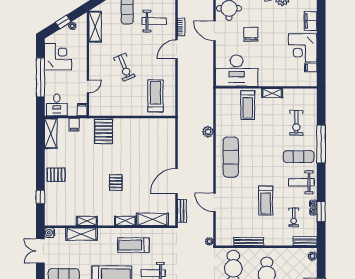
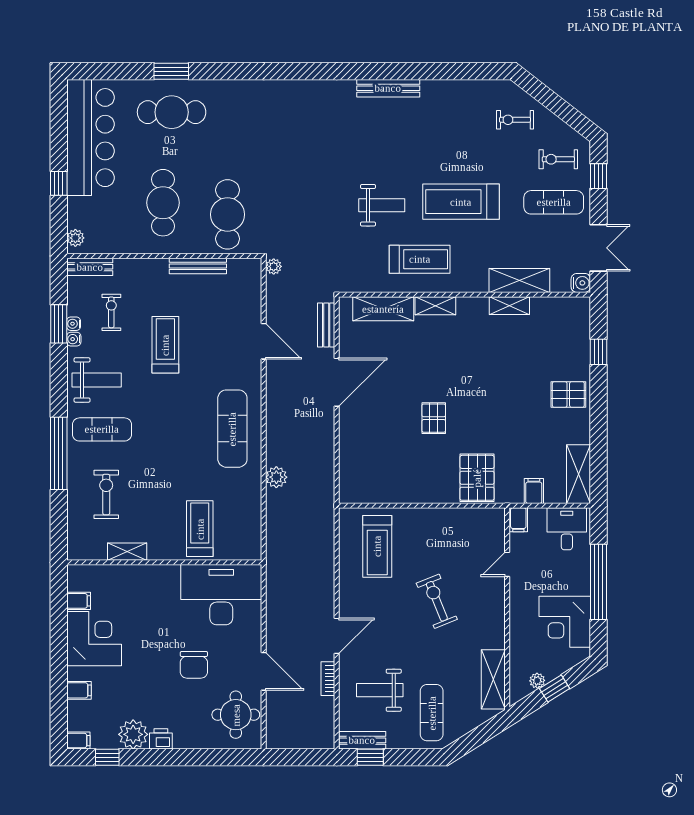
filing cabinet: (311, 21) -> (79, 690), width x0.50
shelving: (272, 93) -> (127, 552), moved
pallet: (116, 183) -> (434, 418), moved

